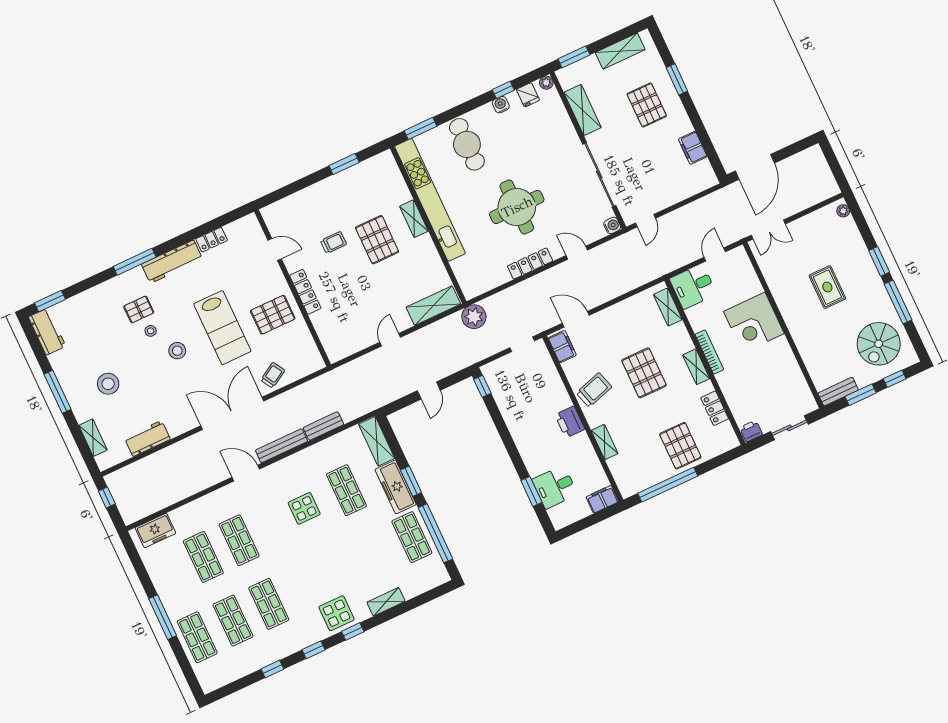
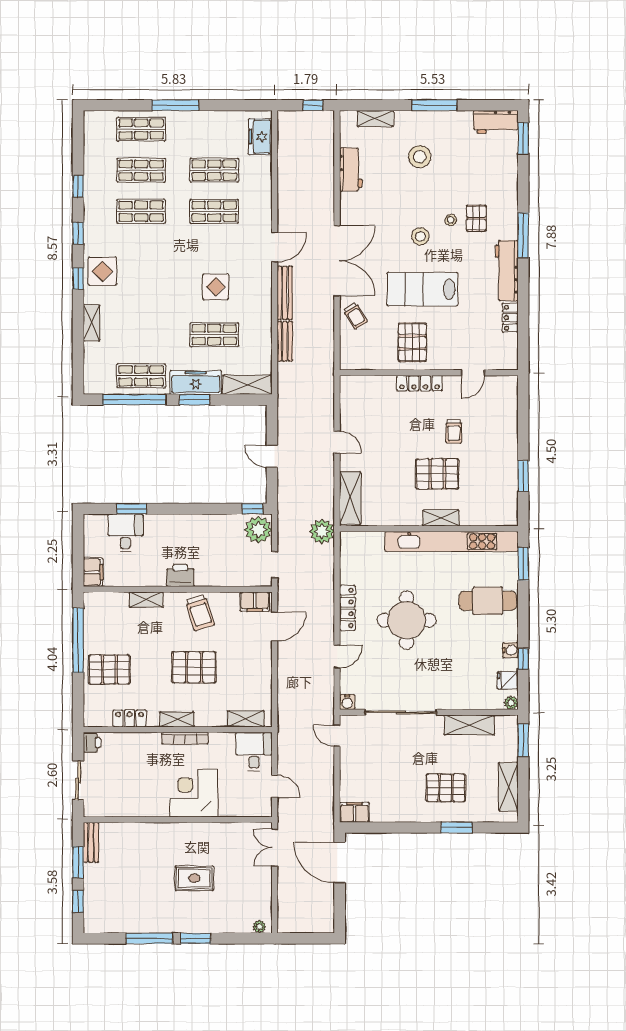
filing cabinet: (693, 148) -> (354, 812), moved
spiral stairs: (879, 344) -> (118, 902), removed
plant: (498, 373) -> (258, 530), added

